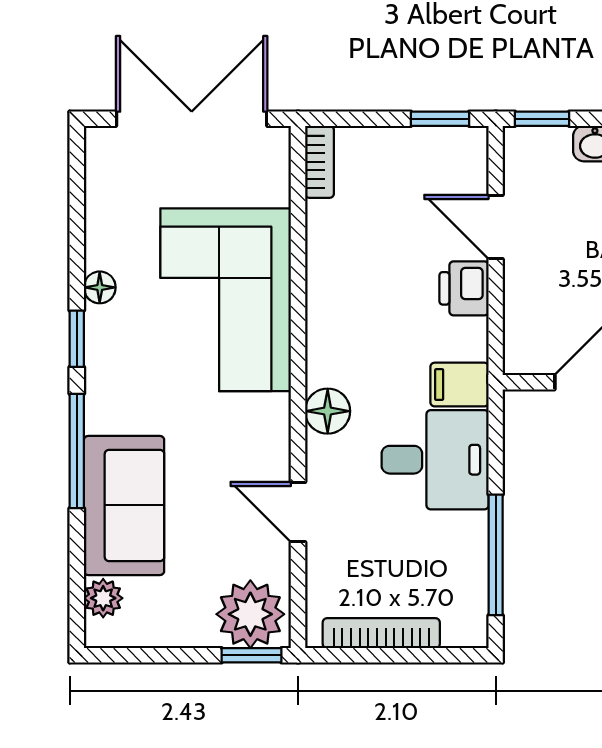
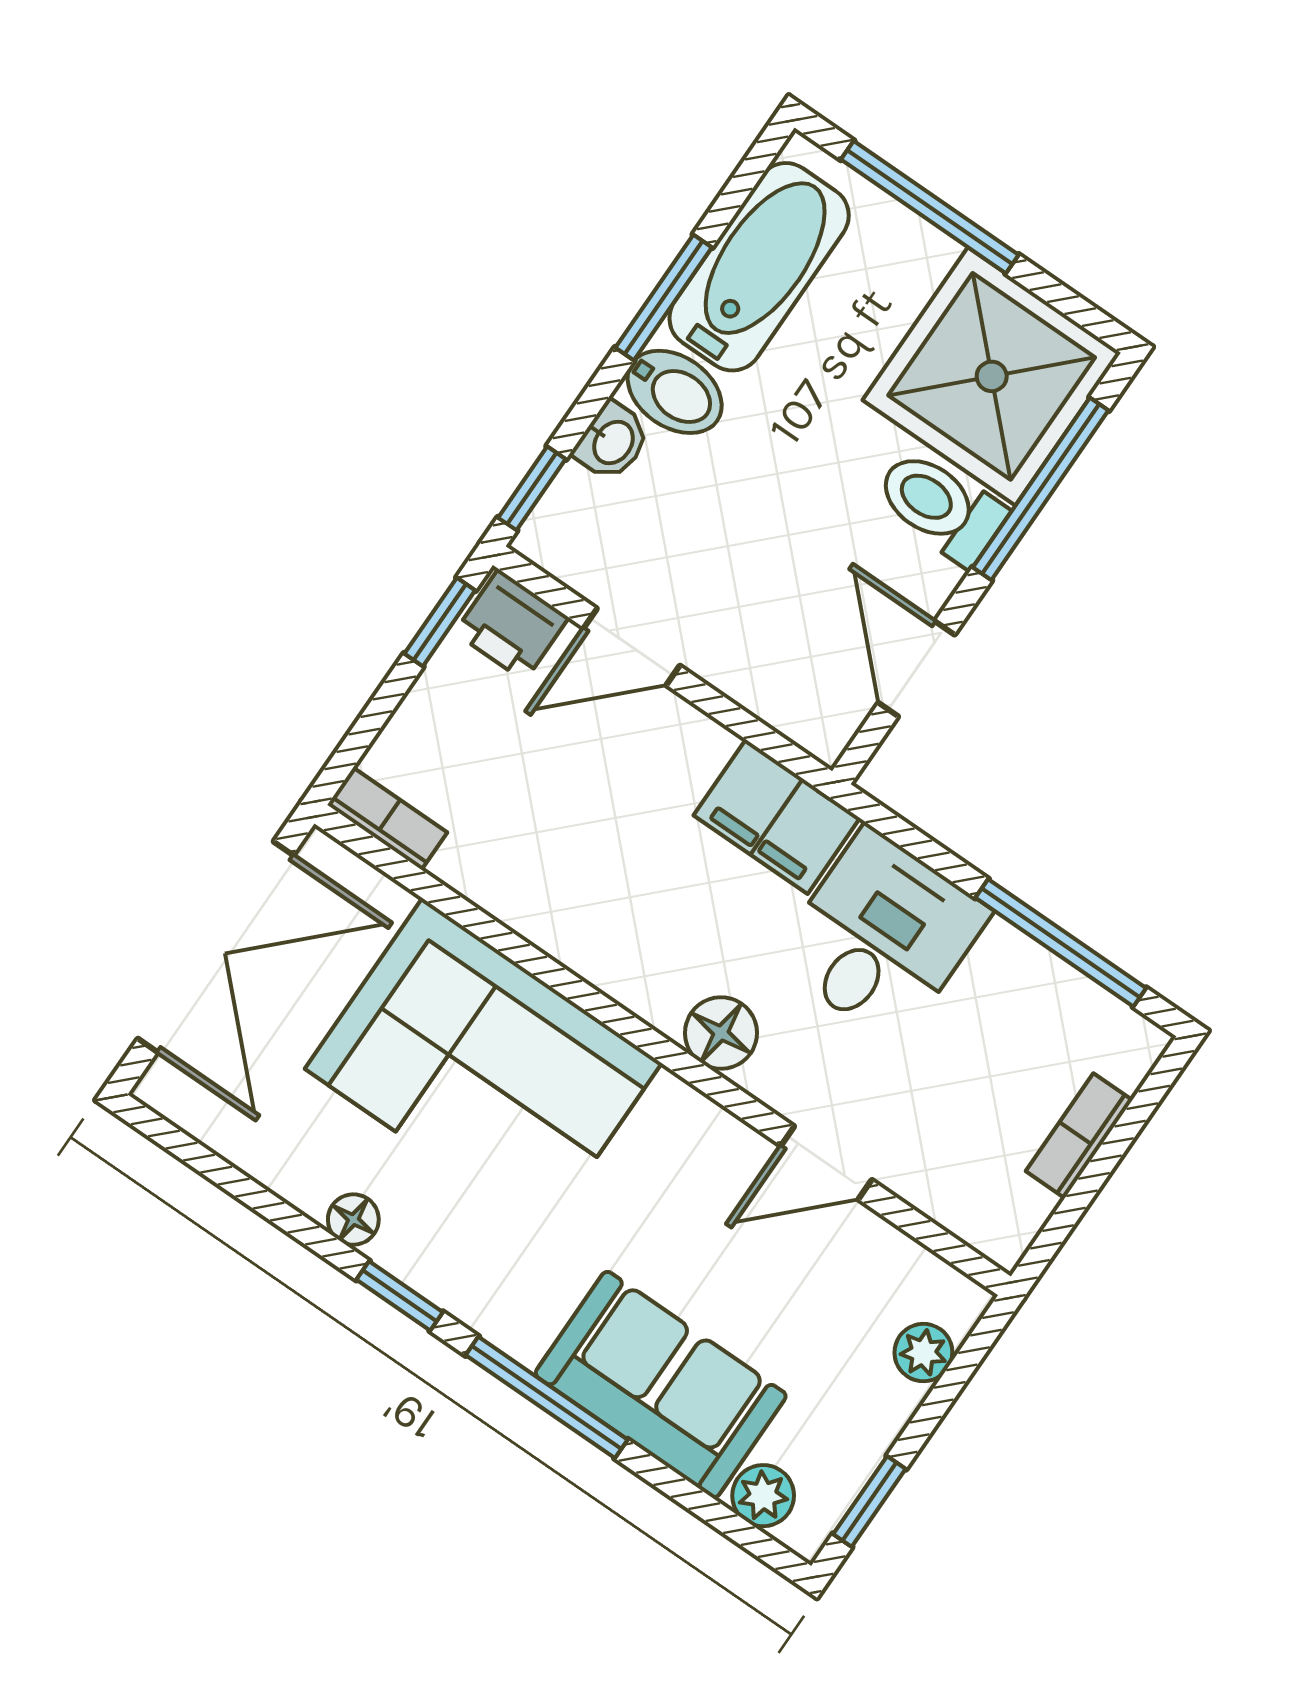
double door: (192, 119) -> (216, 947), swing flipped
printer: (464, 288) -> (512, 625), moved
filing cabinet: (460, 385) -> (777, 817), width x2.00
plant: (250, 614) -> (923, 1353), width x0.53, depth x0.53
bookcase: (381, 633) -> (1079, 1136), width x0.64
window: (251, 655) -> (869, 1502), moved

